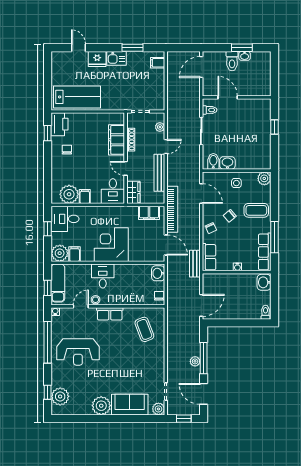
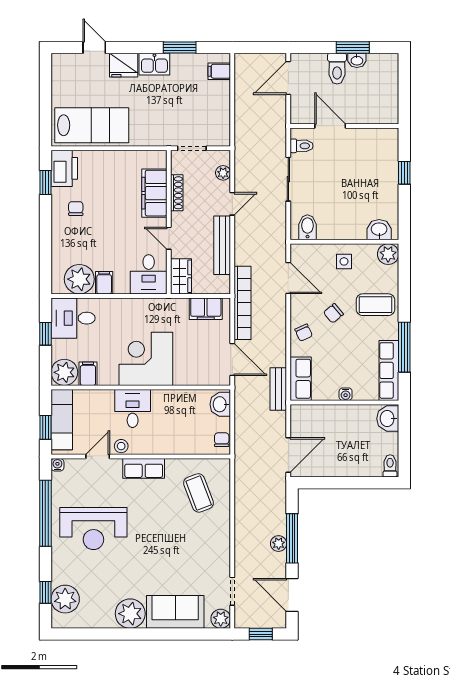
washbasin: (227, 163) -> (379, 230), moved

